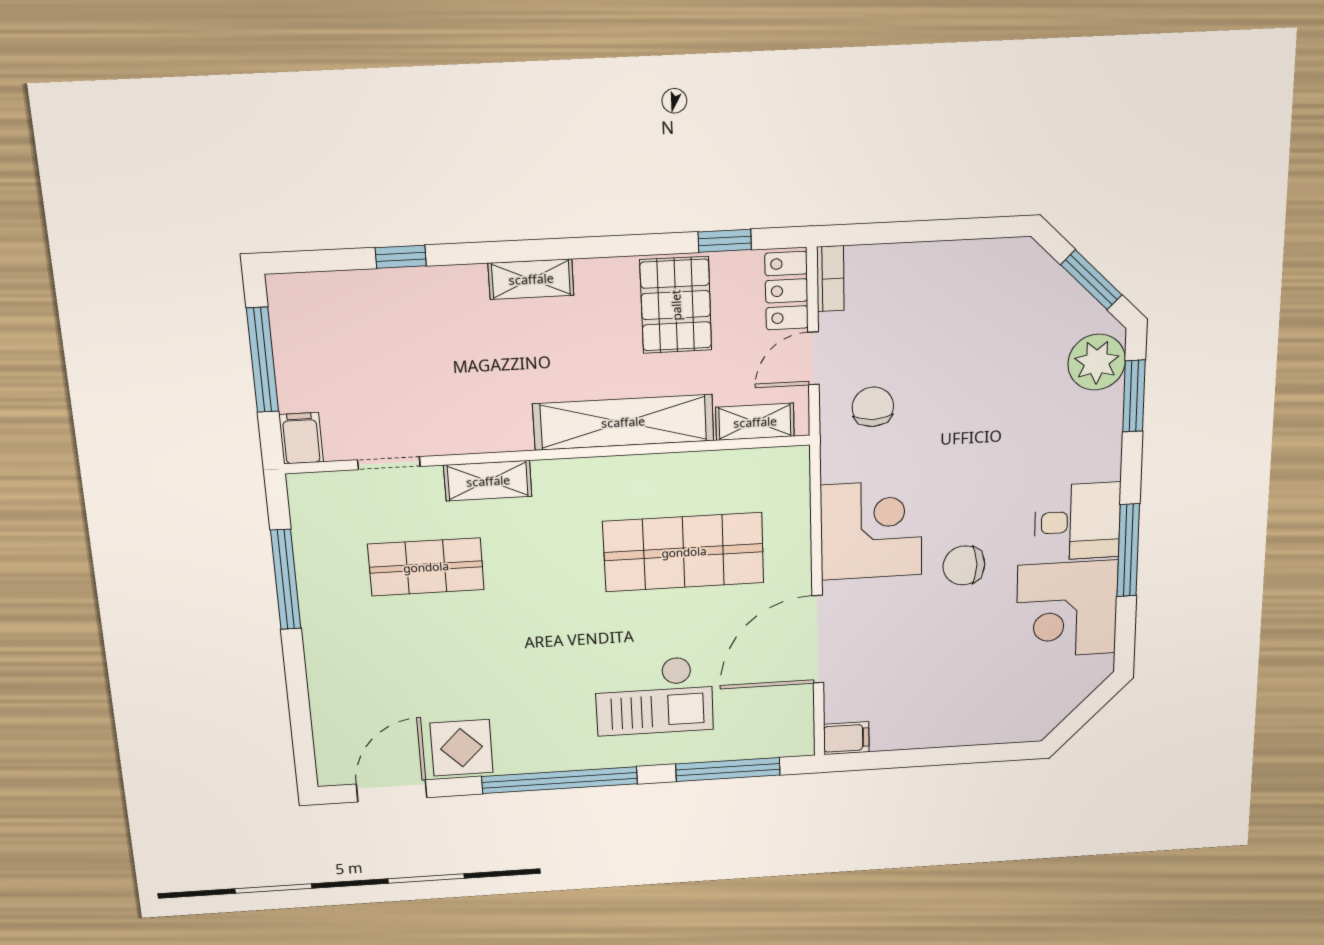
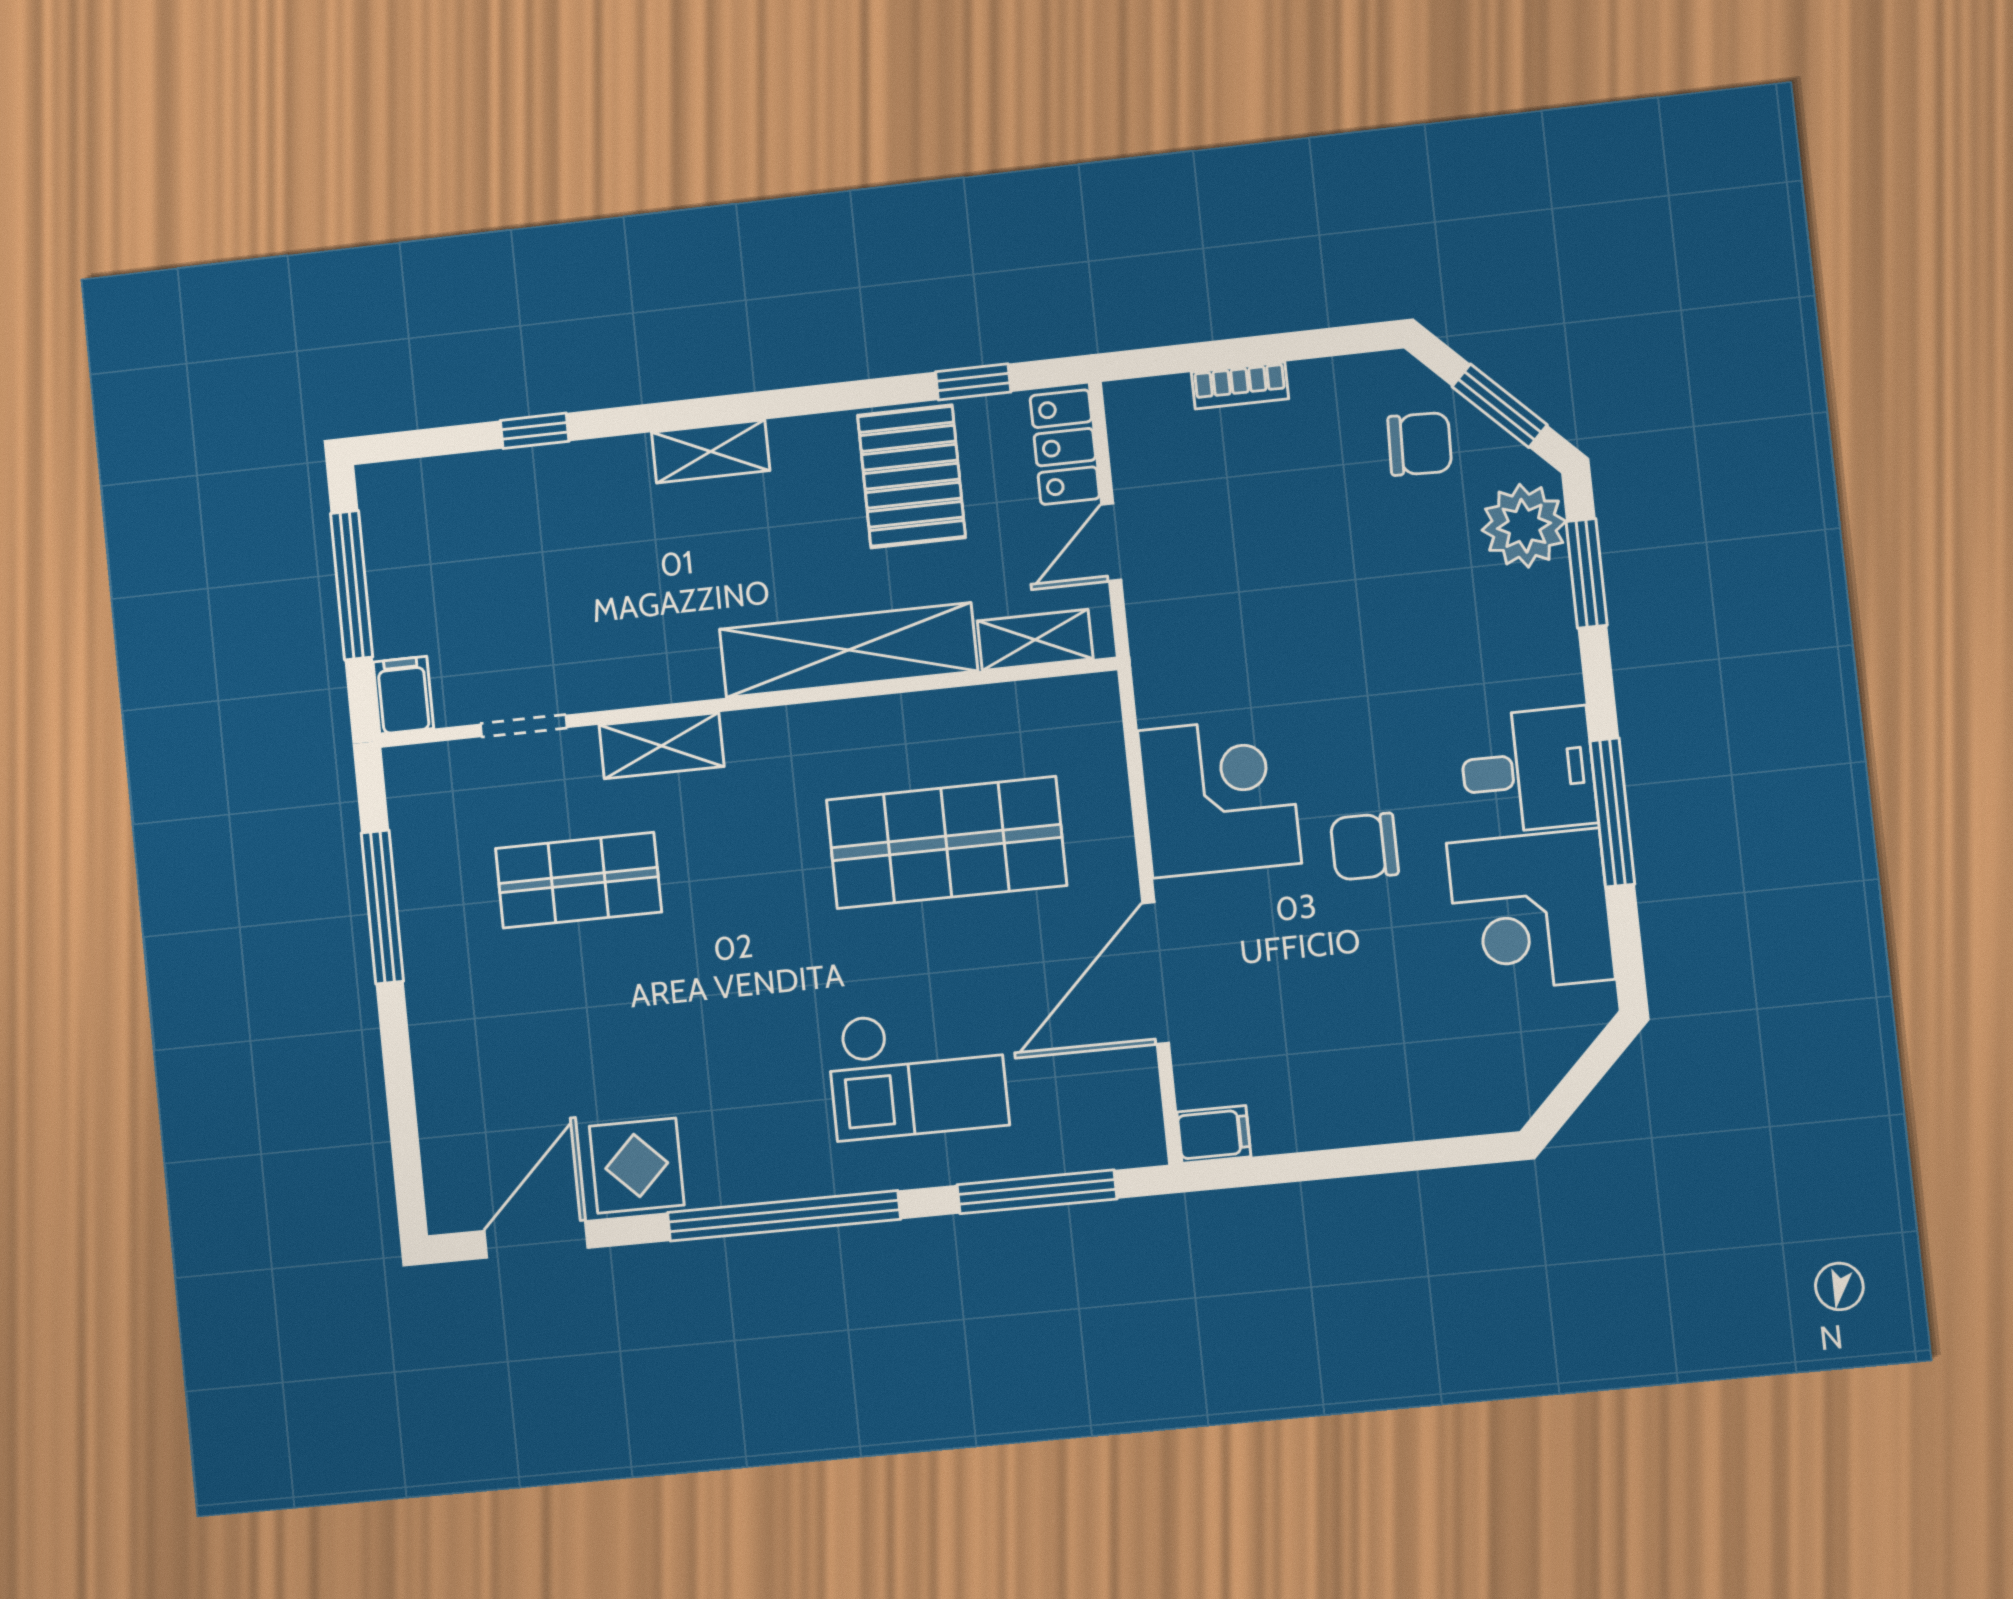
bookcase: (830, 279) -> (1240, 385), moved, turned 90
chair: (873, 407) -> (1420, 444), moved, turned 92

